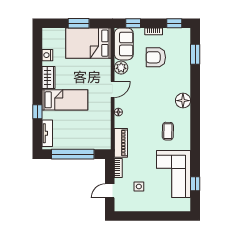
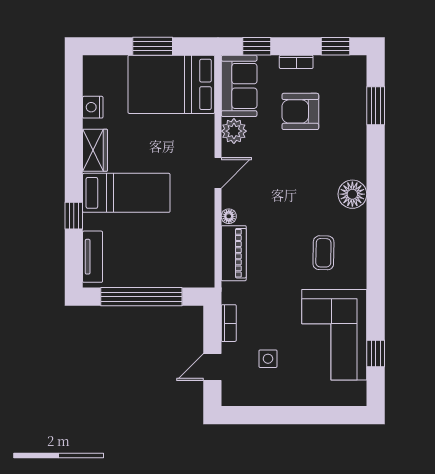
piano: (121, 143) -> (234, 253), moved

